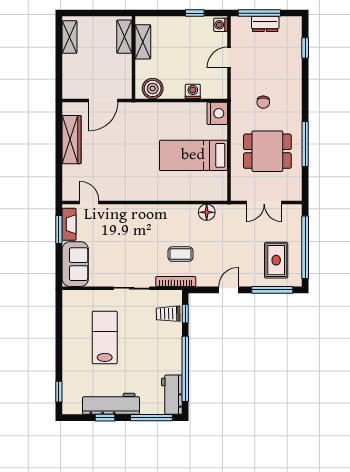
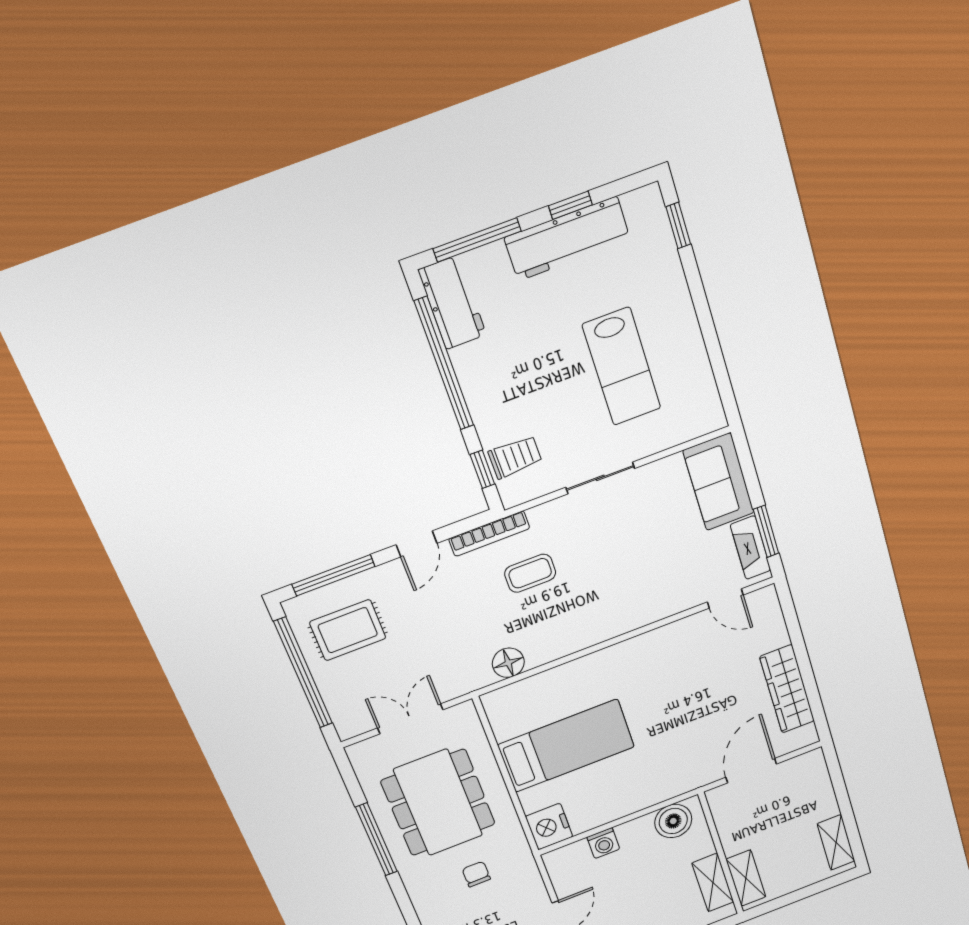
dining table: (267, 151) -> (438, 803), width x1.38
rug: (276, 260) -> (348, 630), turned 90
bookcase: (176, 281) -> (489, 534), moved

